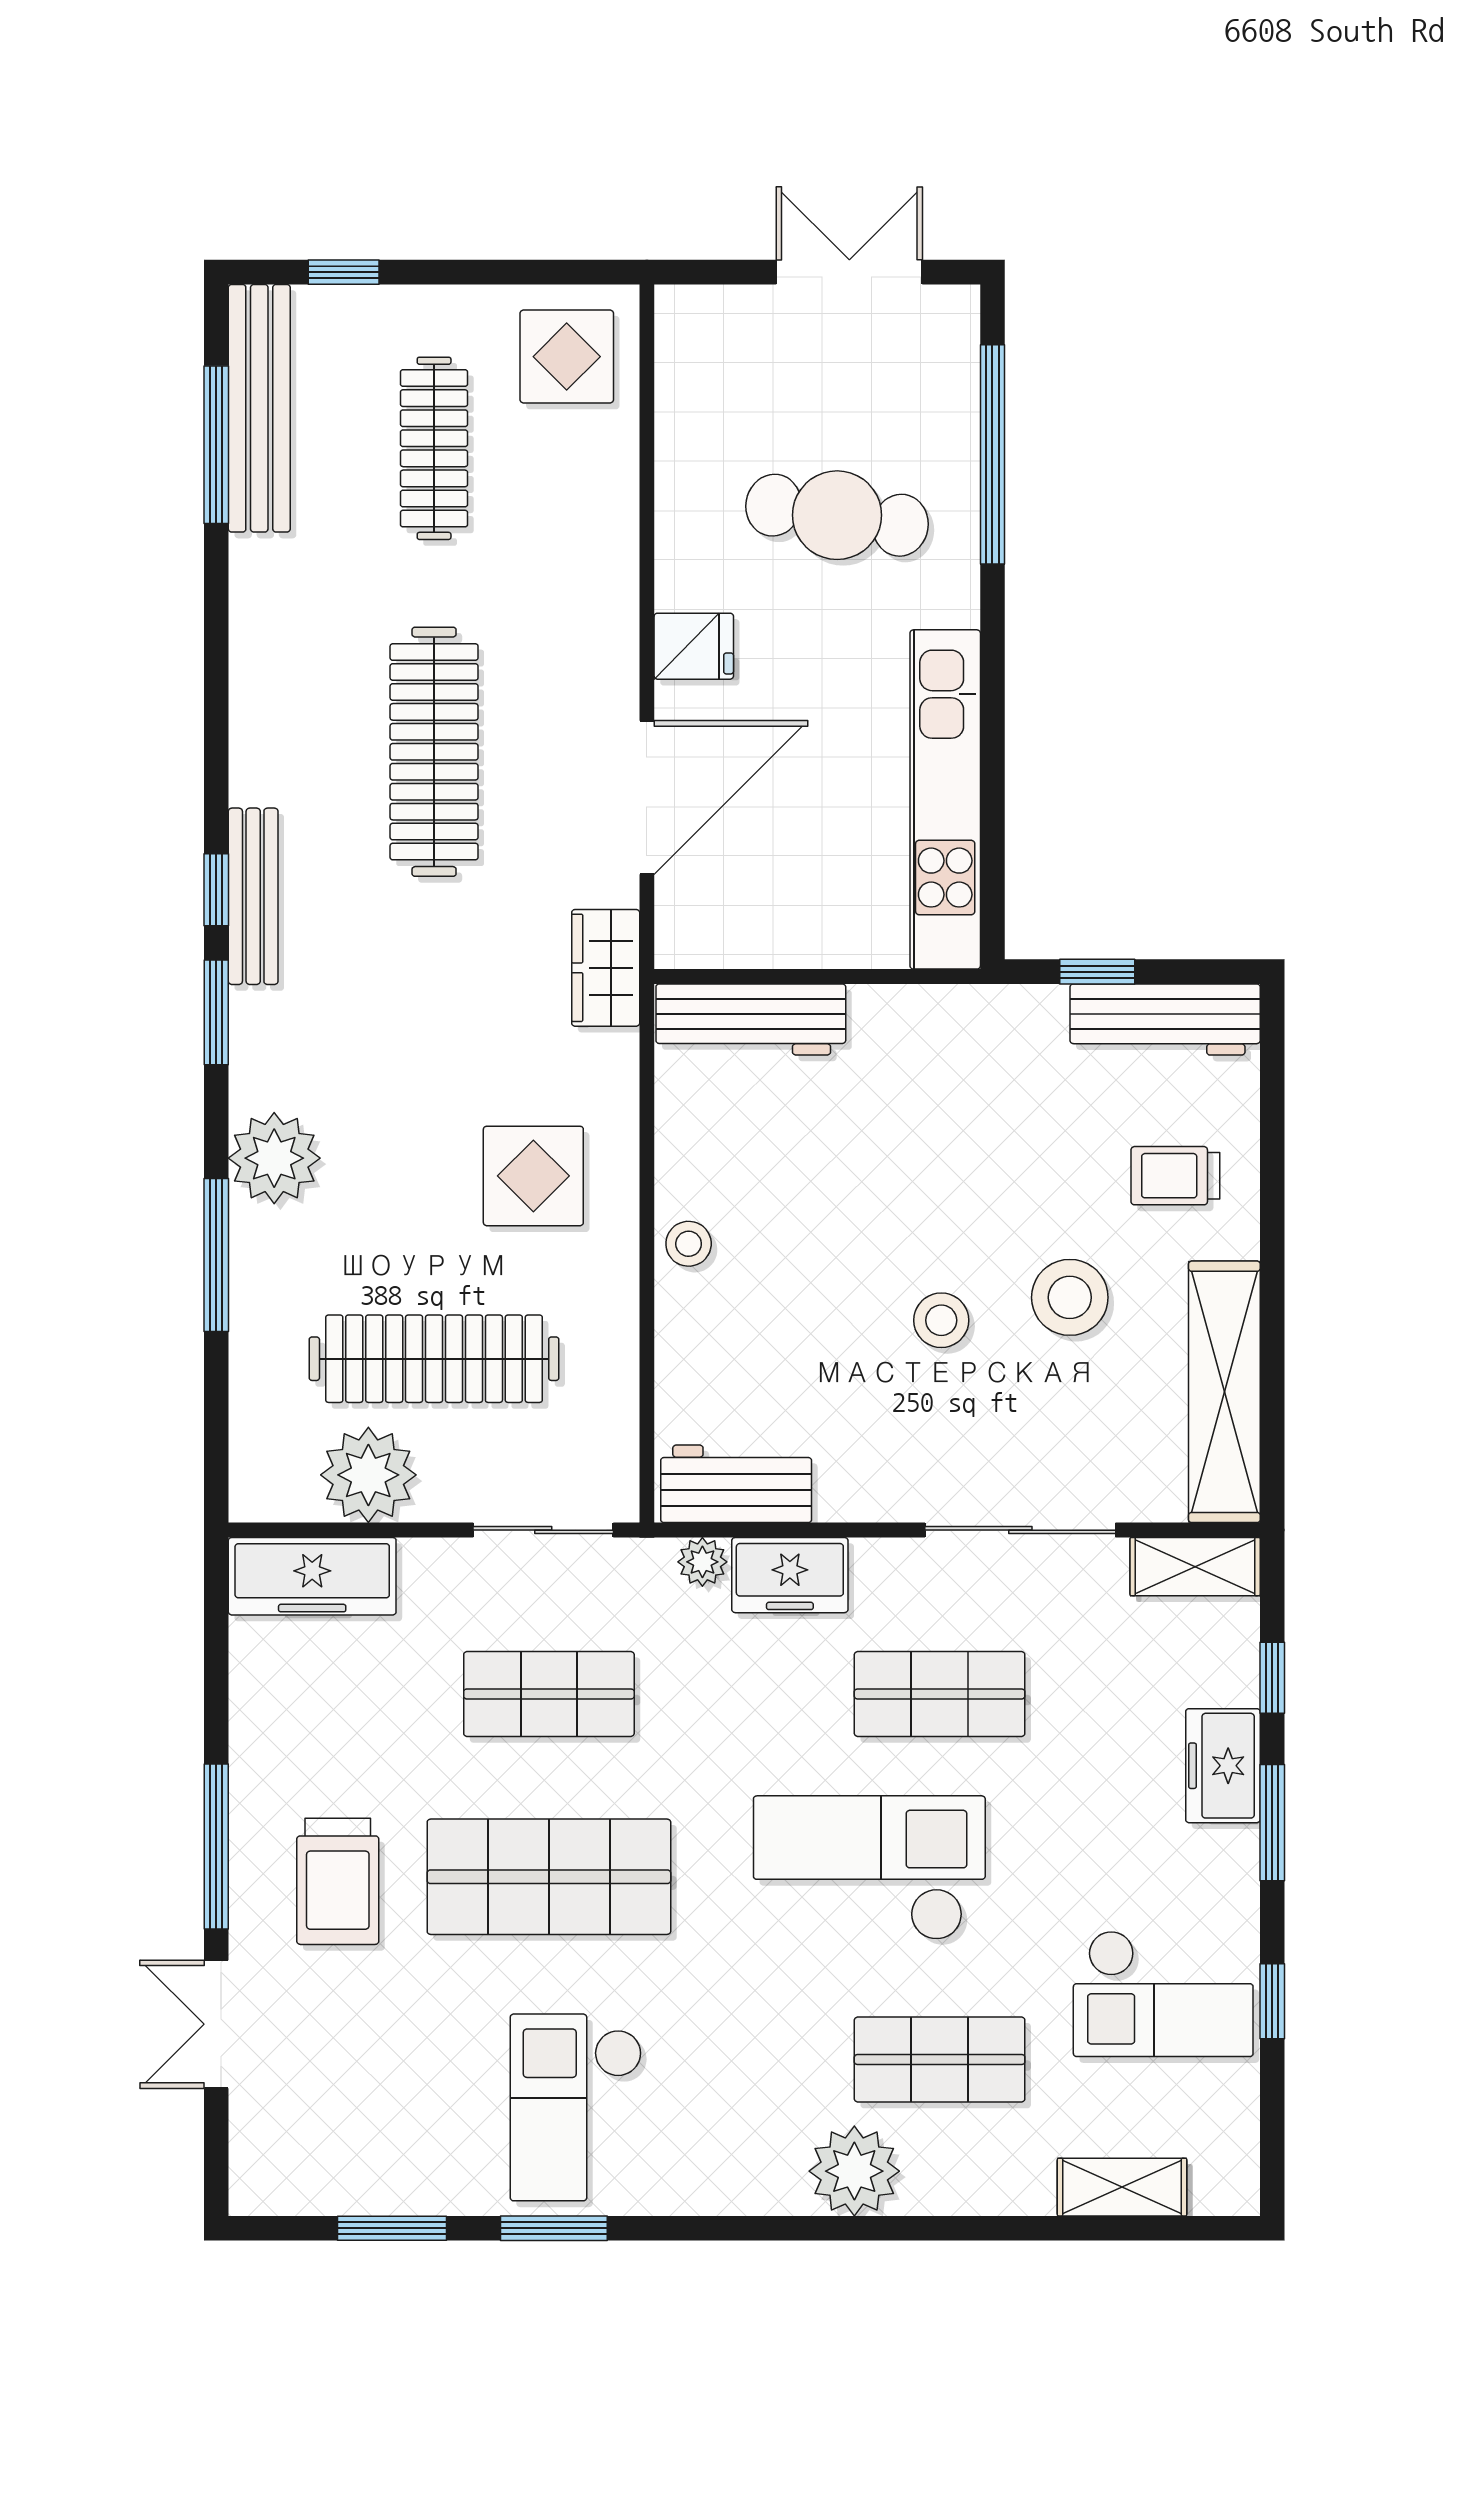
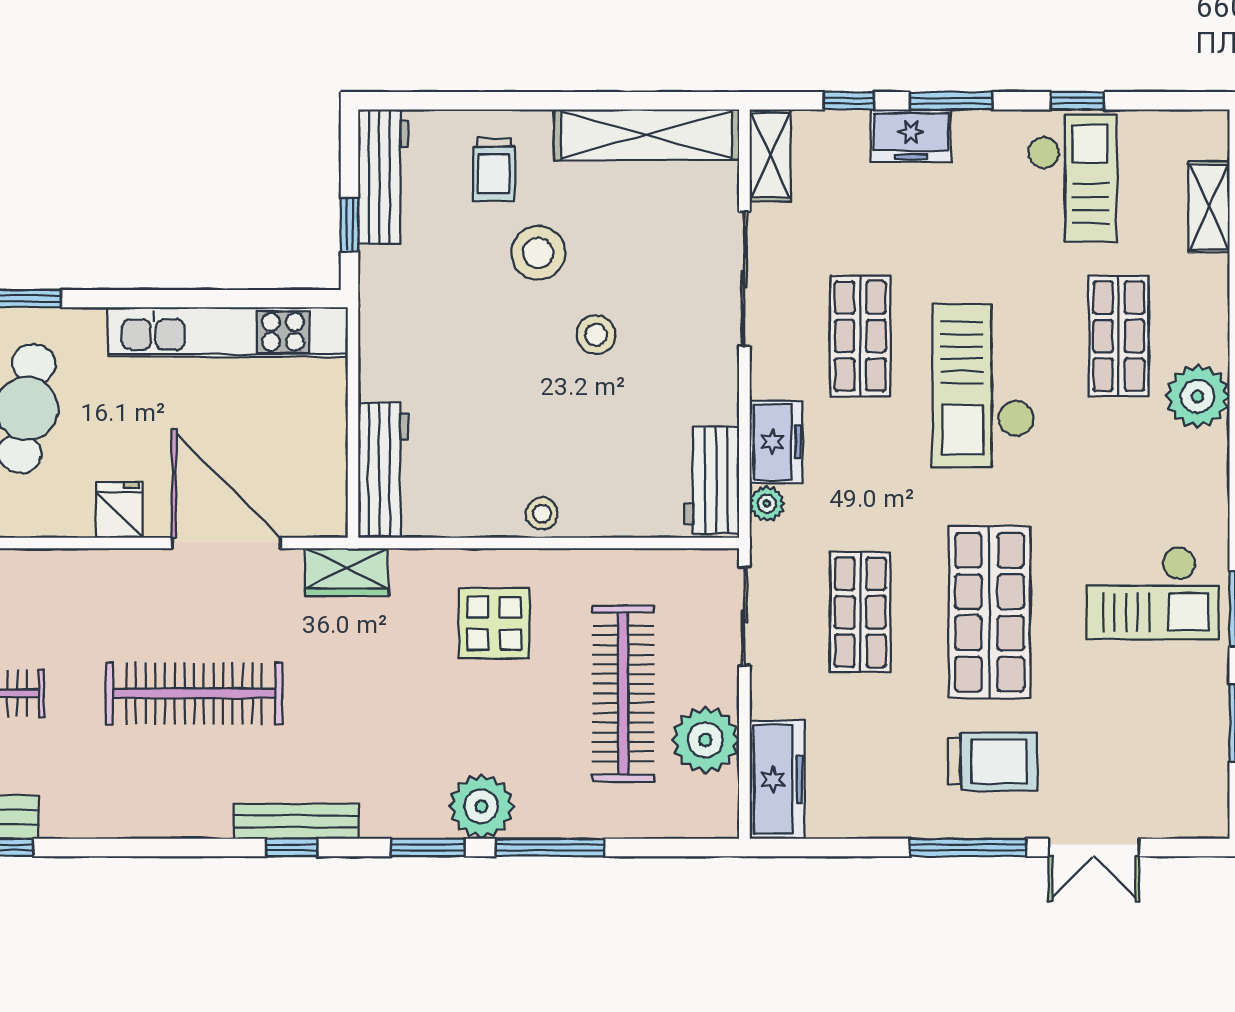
window: (216, 1012) -> (428, 847), moved
stool: (1070, 1297) -> (538, 253), moved

